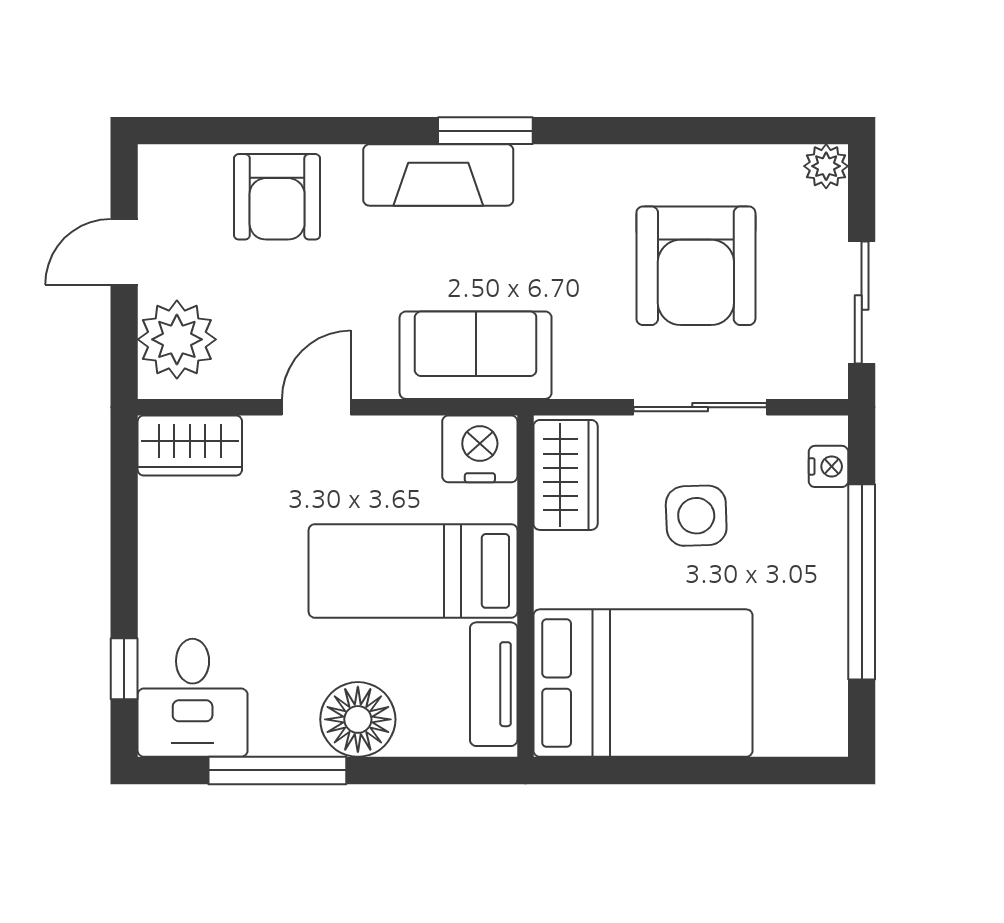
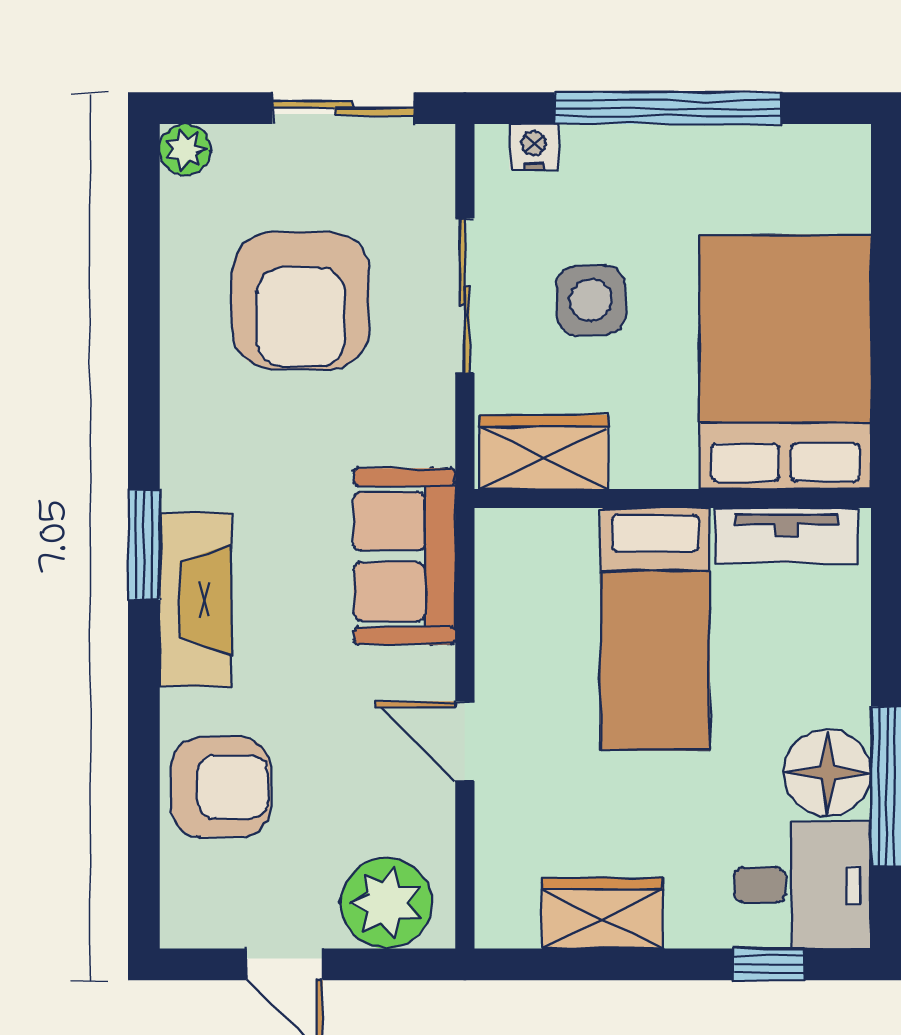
armchair: (696, 266) -> (301, 301), turned 90
wardrobe: (190, 445) -> (602, 914), moved, turned -90
nightstand: (480, 449) -> (513, 551), removed
floor lamp: (358, 719) -> (827, 773), moved

